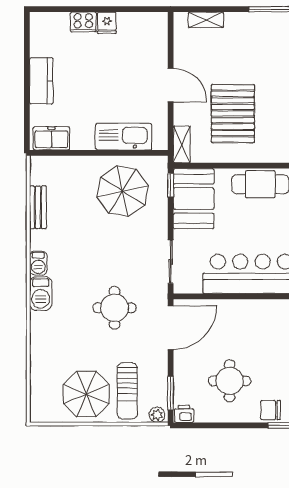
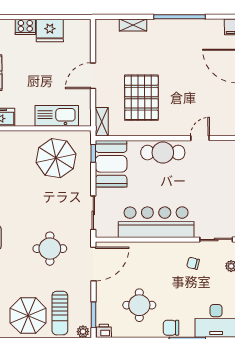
shelving: (206, 20) -> (133, 25), moved
fridge: (107, 23) -> (50, 30), width x1.88, depth x1.34
door: (171, 85) -> (93, 76), swing flipped

